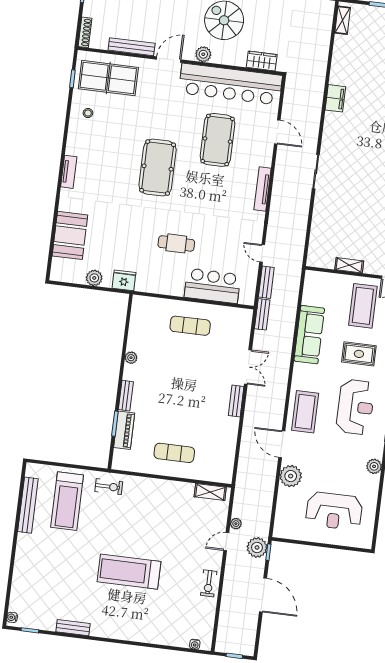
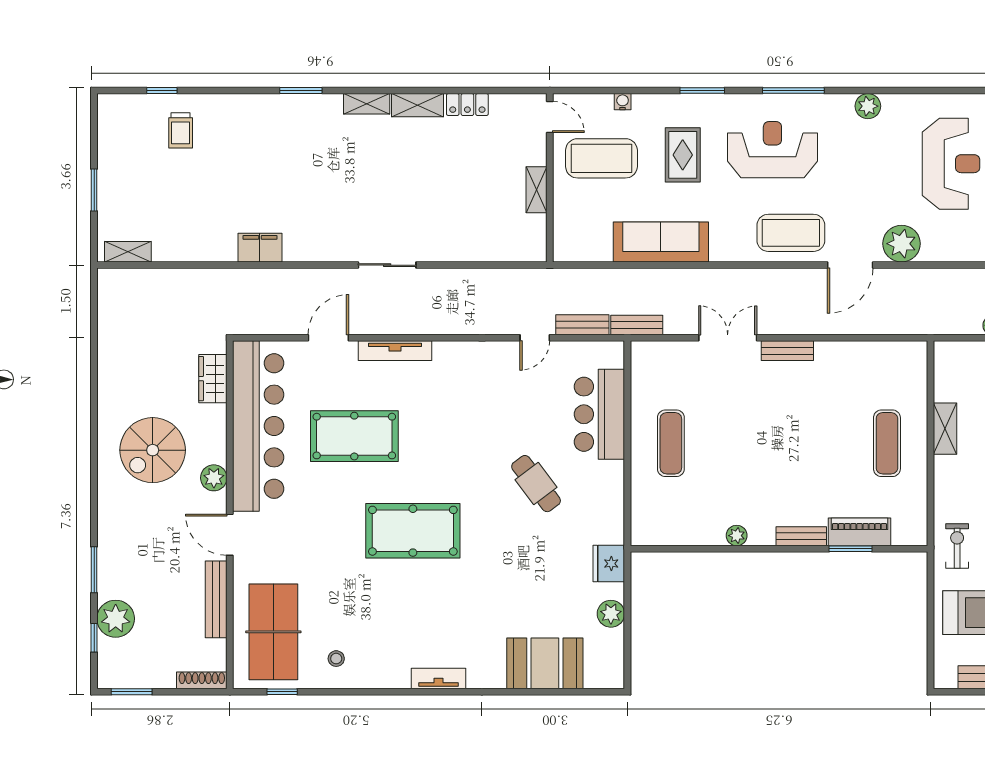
tv unit: (262, 189) -> (395, 351), moved
cafe table: (176, 243) -> (536, 484), turned -37
shelving: (210, 492) -> (945, 429), moved

